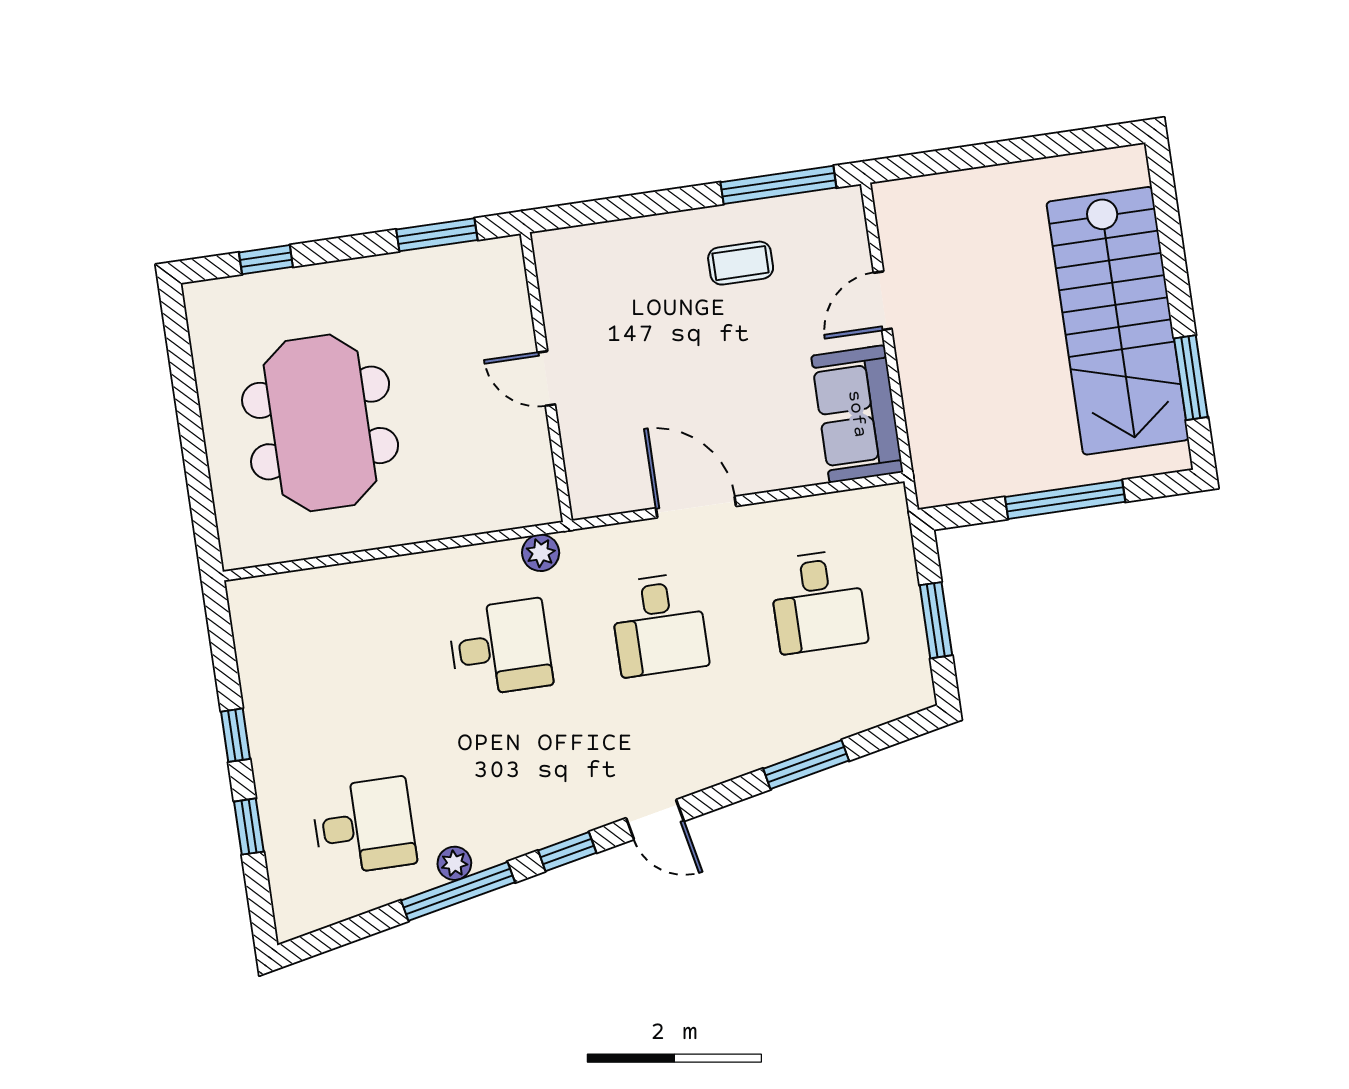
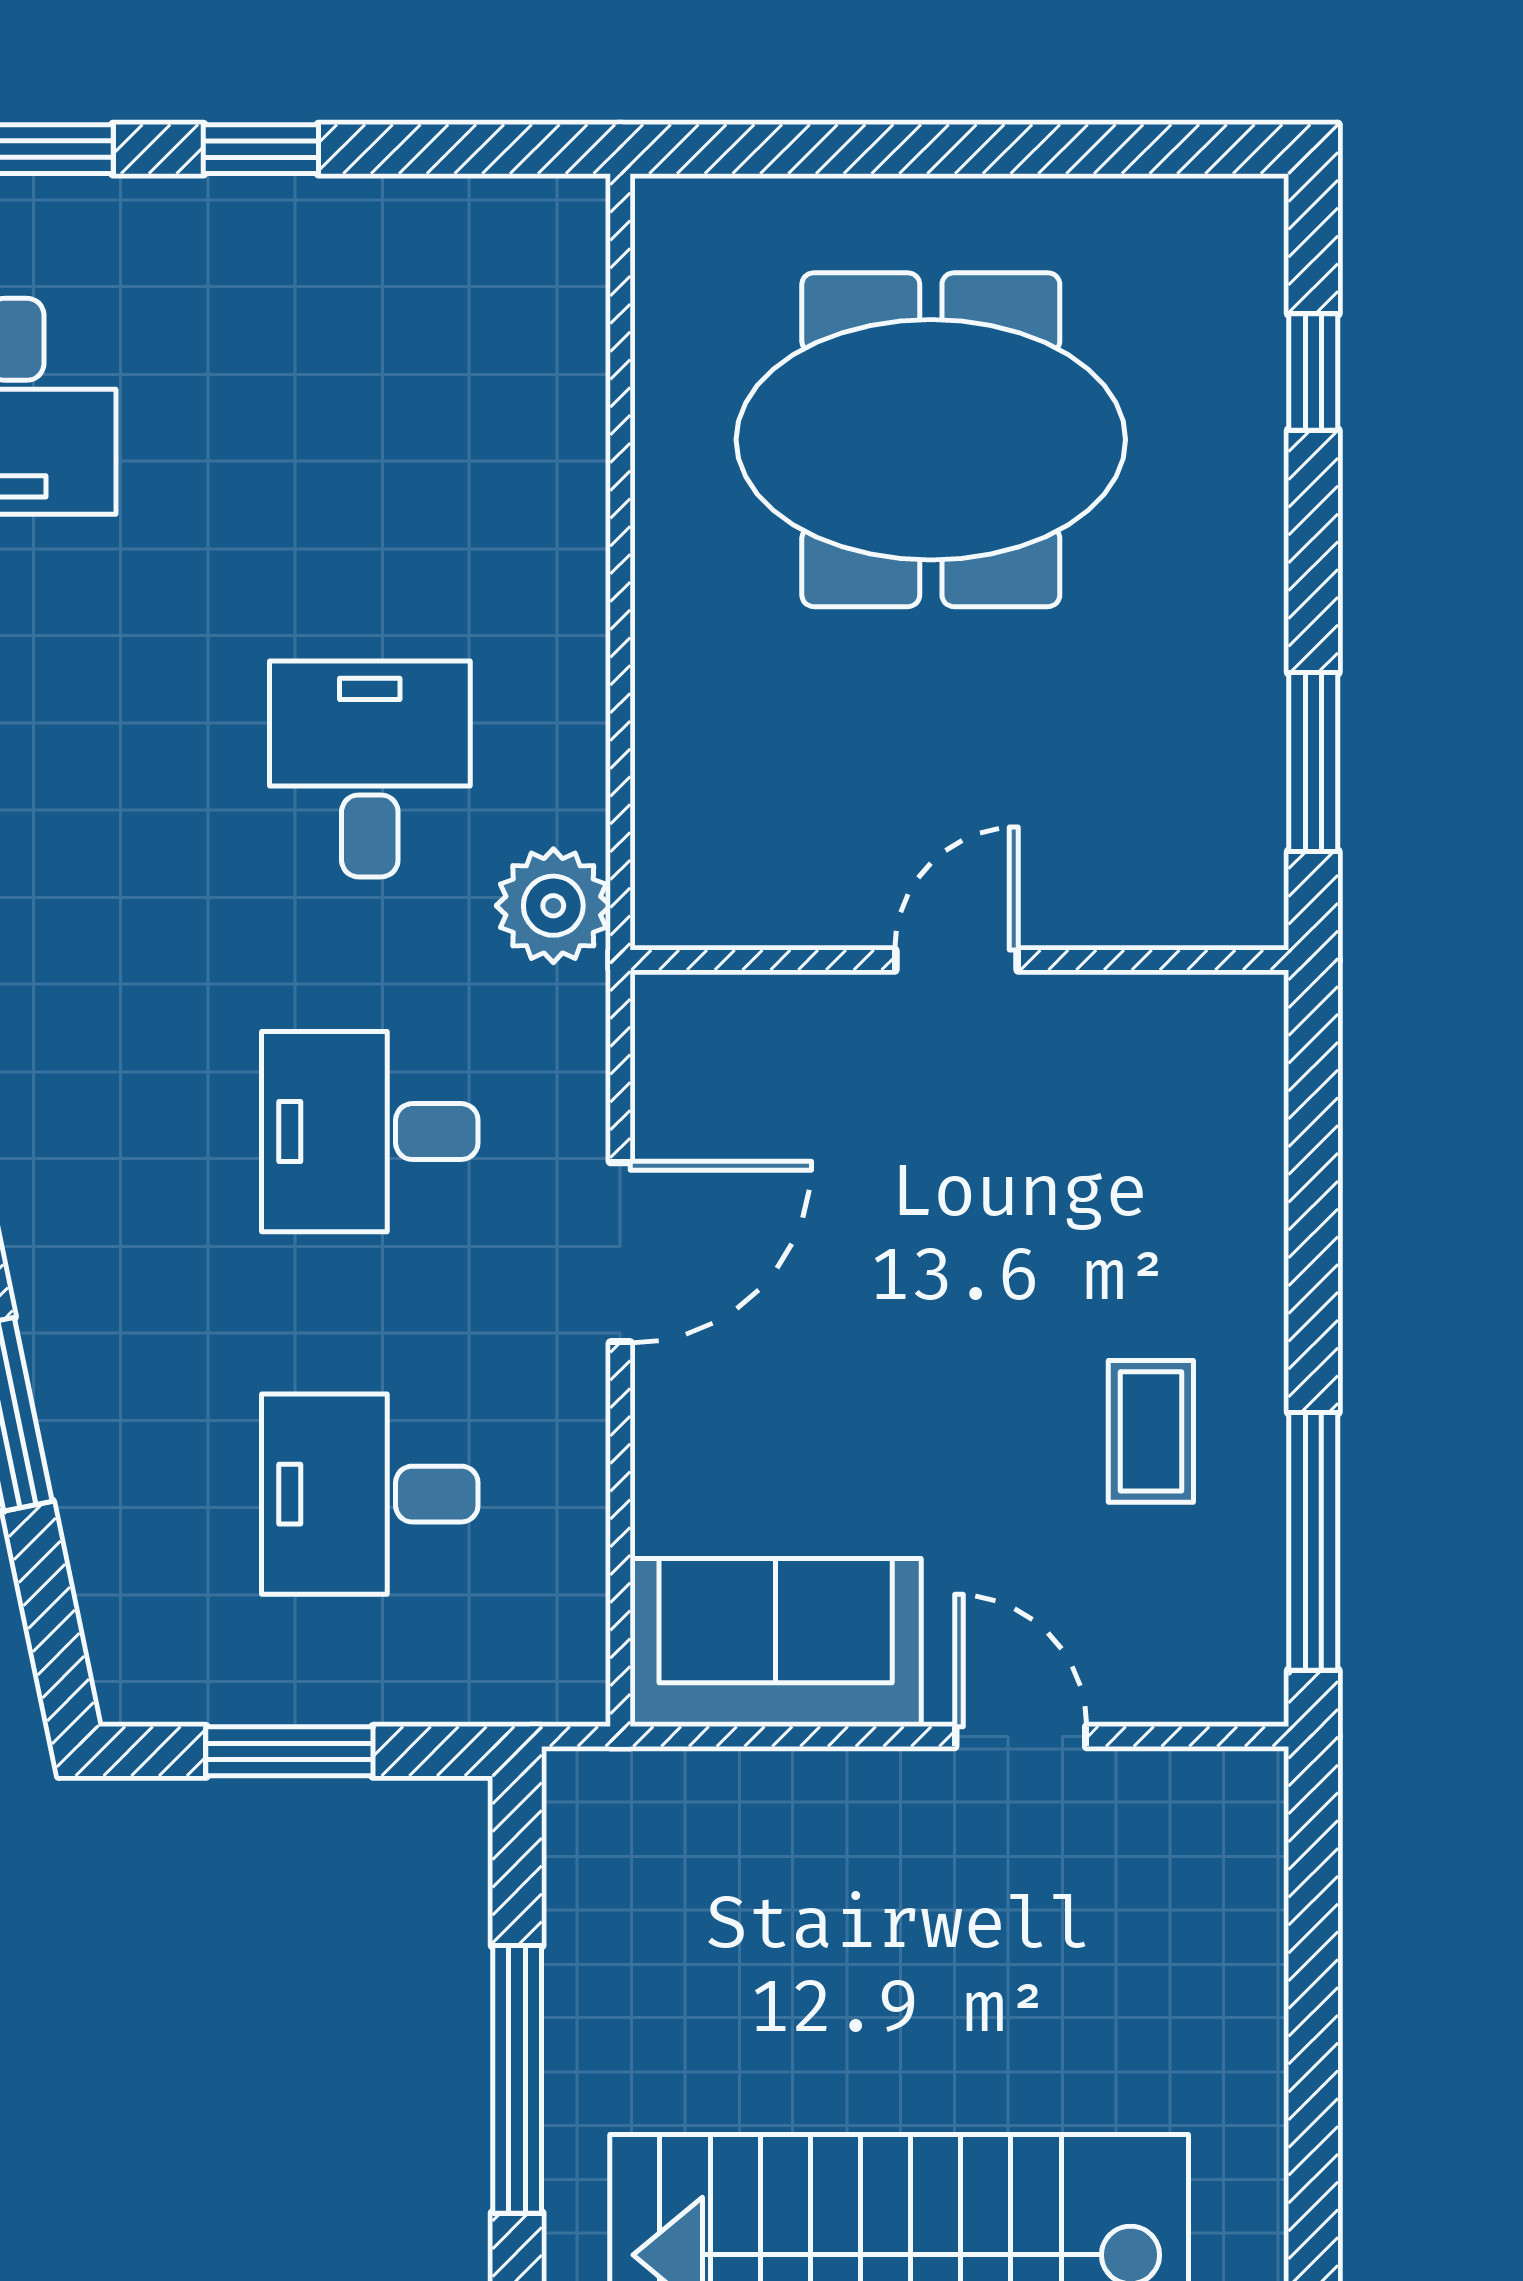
plant: (541, 553) -> (553, 906), width x1.38, depth x1.38
desk: (500, 648) -> (370, 769), turned 180

